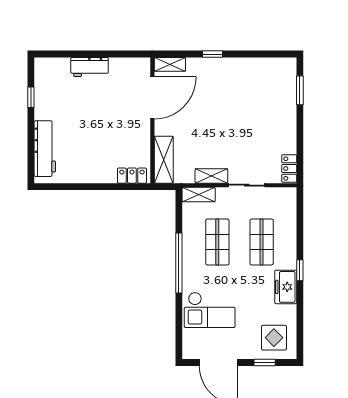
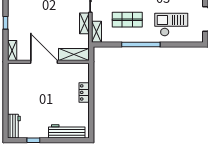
workbench: (90, 67) -> (14, 126), moved
door: (152, 98) -> (44, 62), moved
locker: (132, 176) -> (84, 92), moved
checkout: (210, 310) -> (171, 25), turned -90

